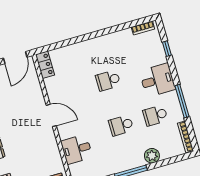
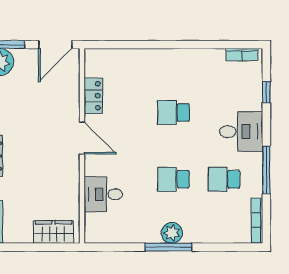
locker: (45, 65) -> (93, 96), moved
plant: (152, 156) -> (172, 233), moved

